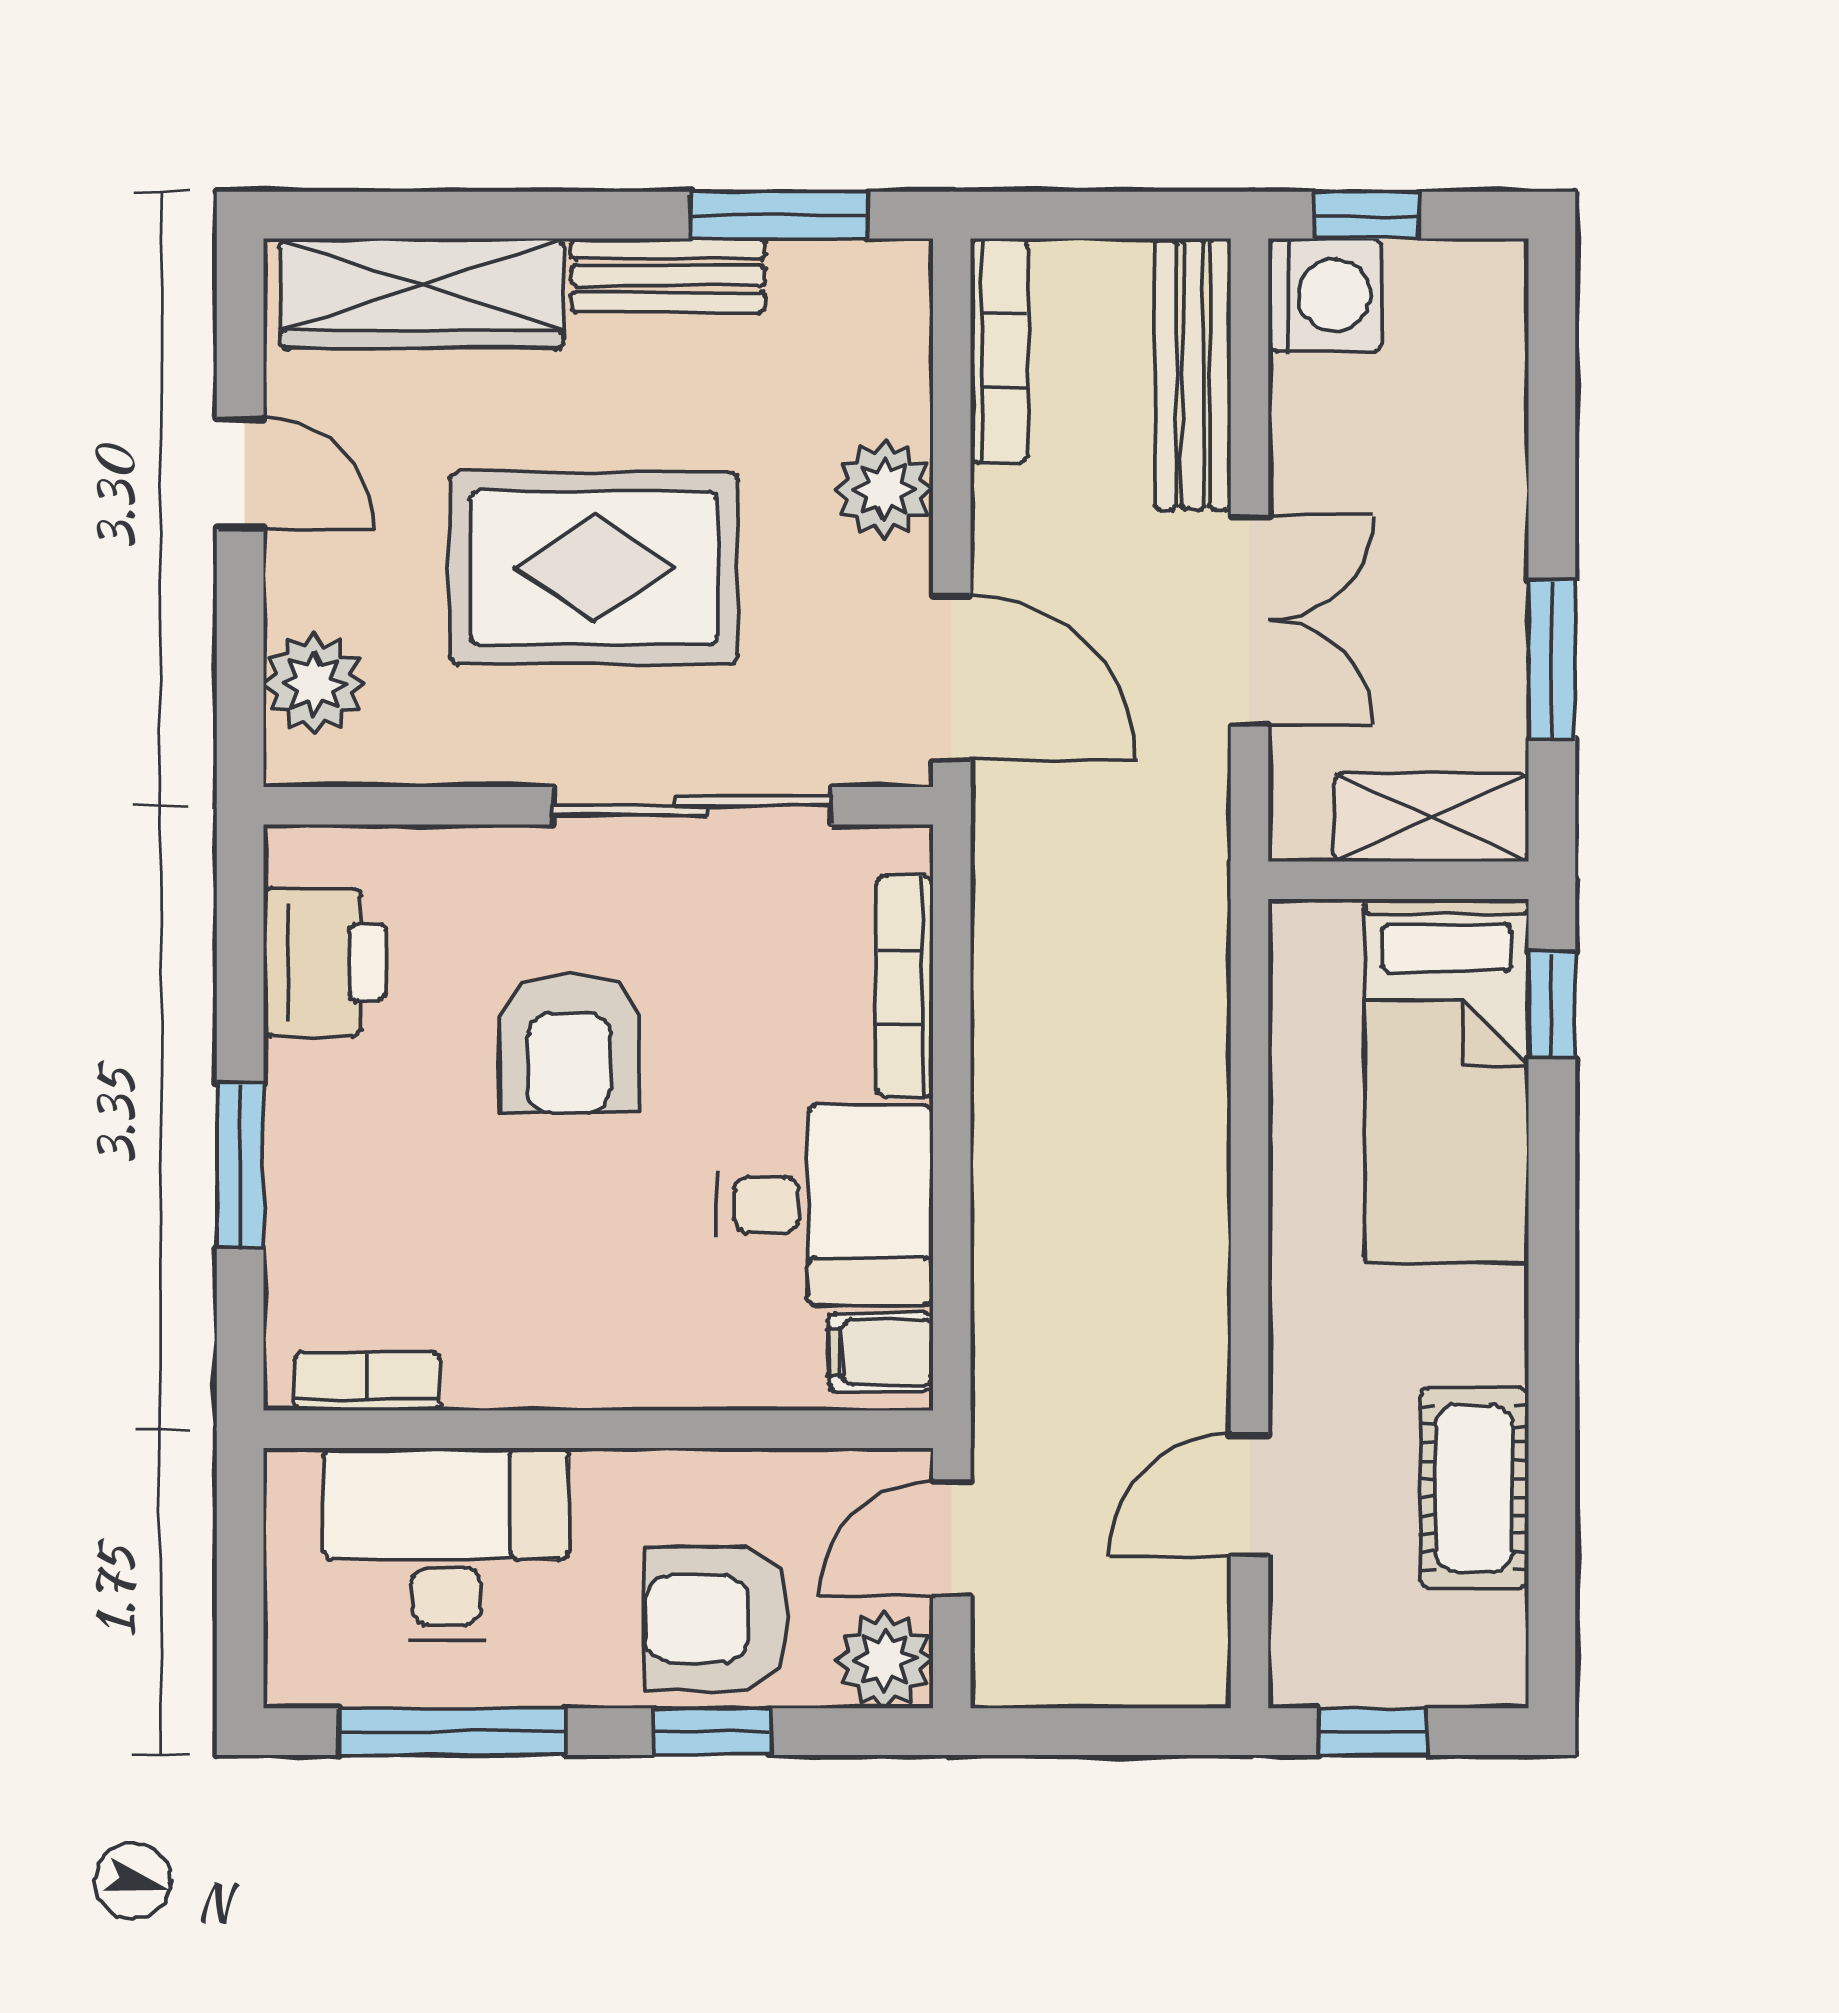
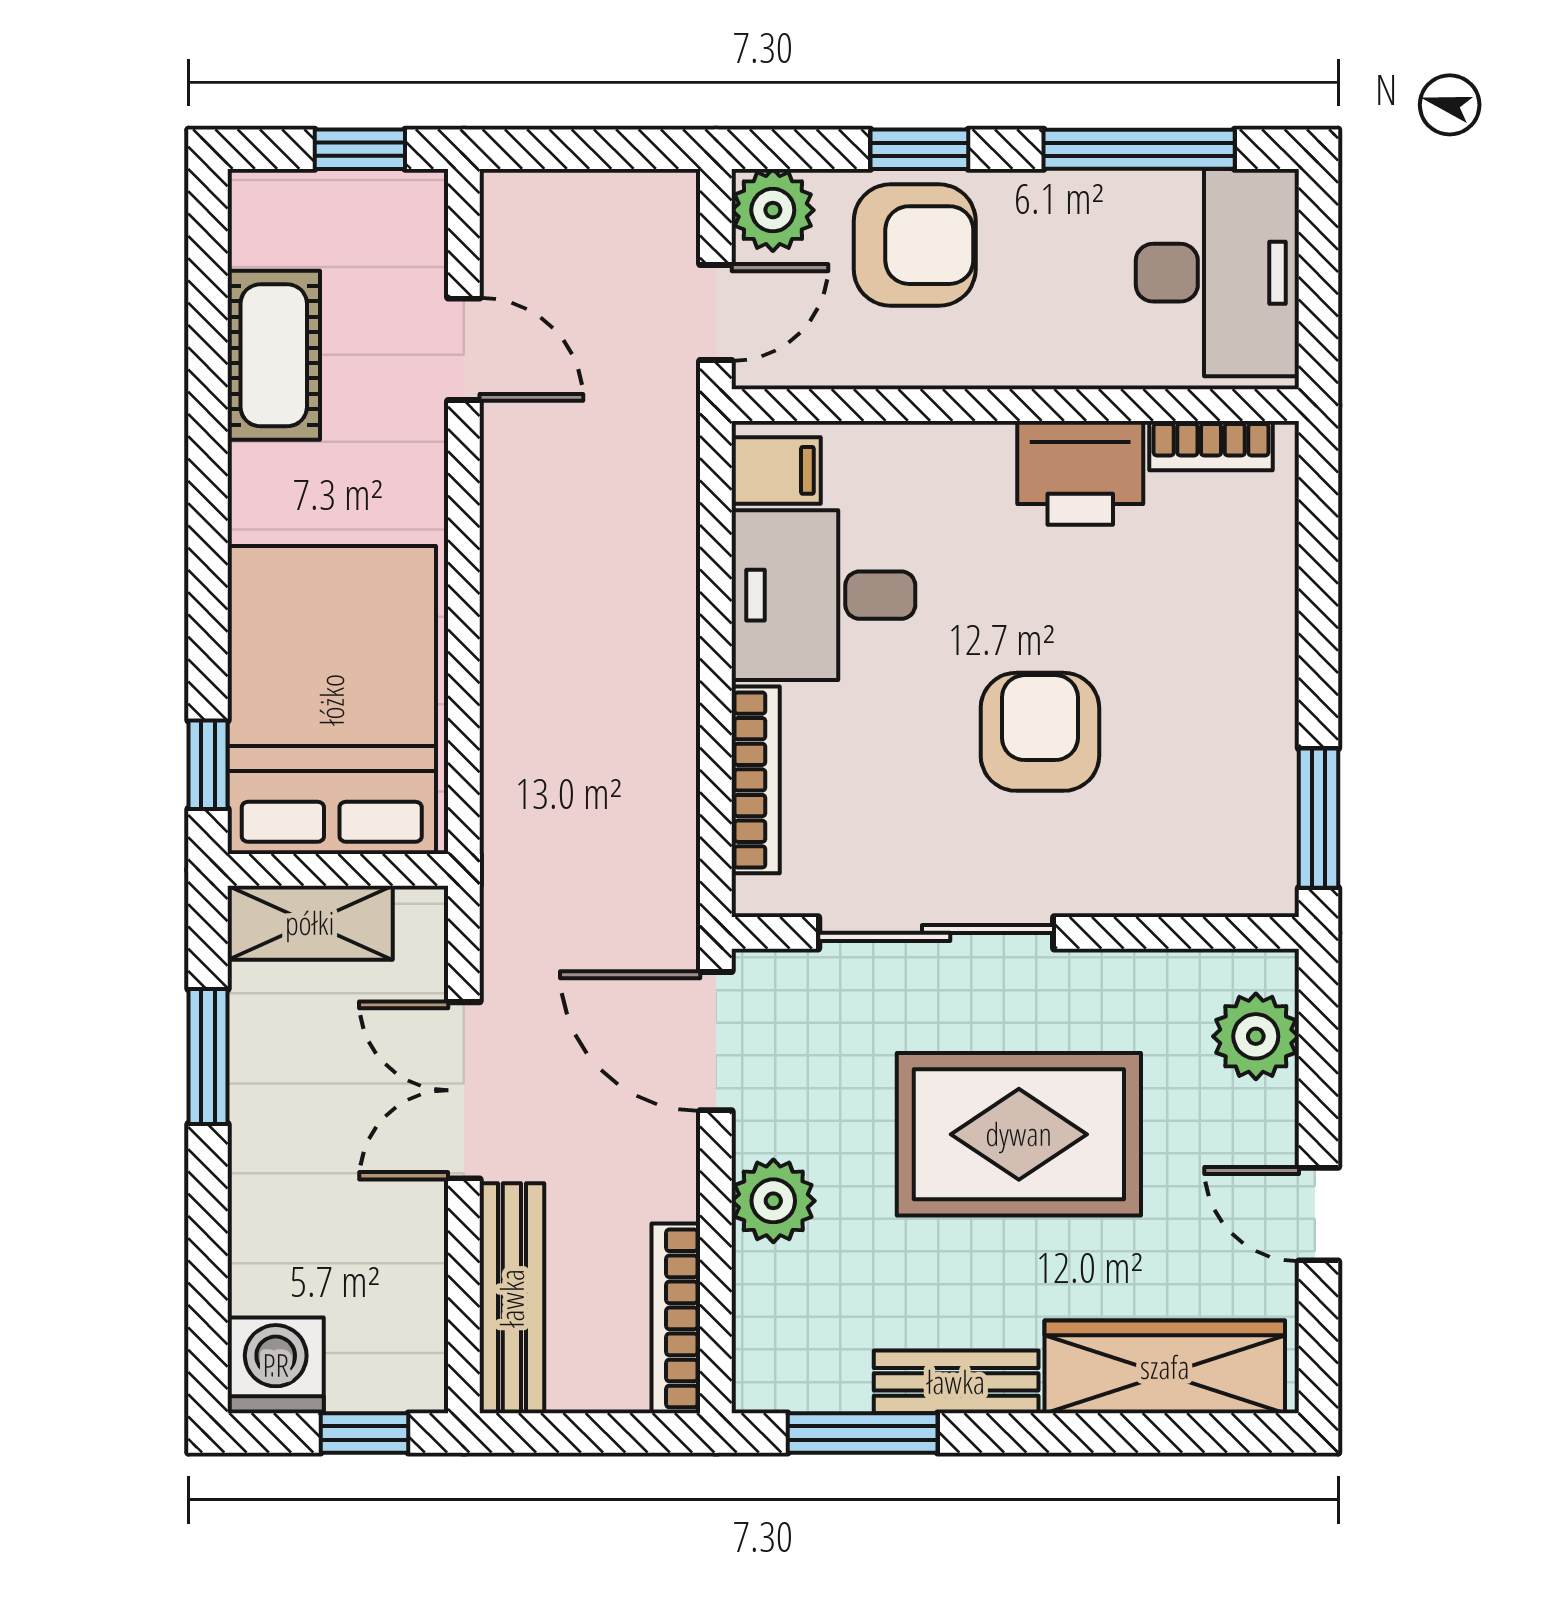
washing machine: (1325, 295) -> (276, 1365), moved, turned 90
printer: (325, 962) -> (1080, 473), moved, turned -90
bed: (1447, 1081) -> (332, 700), width x1.50
window: (240, 1165) -> (1318, 818), moved
door: (1250, 1495) -> (464, 349), hinge flipped
desk: (446, 1544) -> (1217, 273), moved, turned -90

